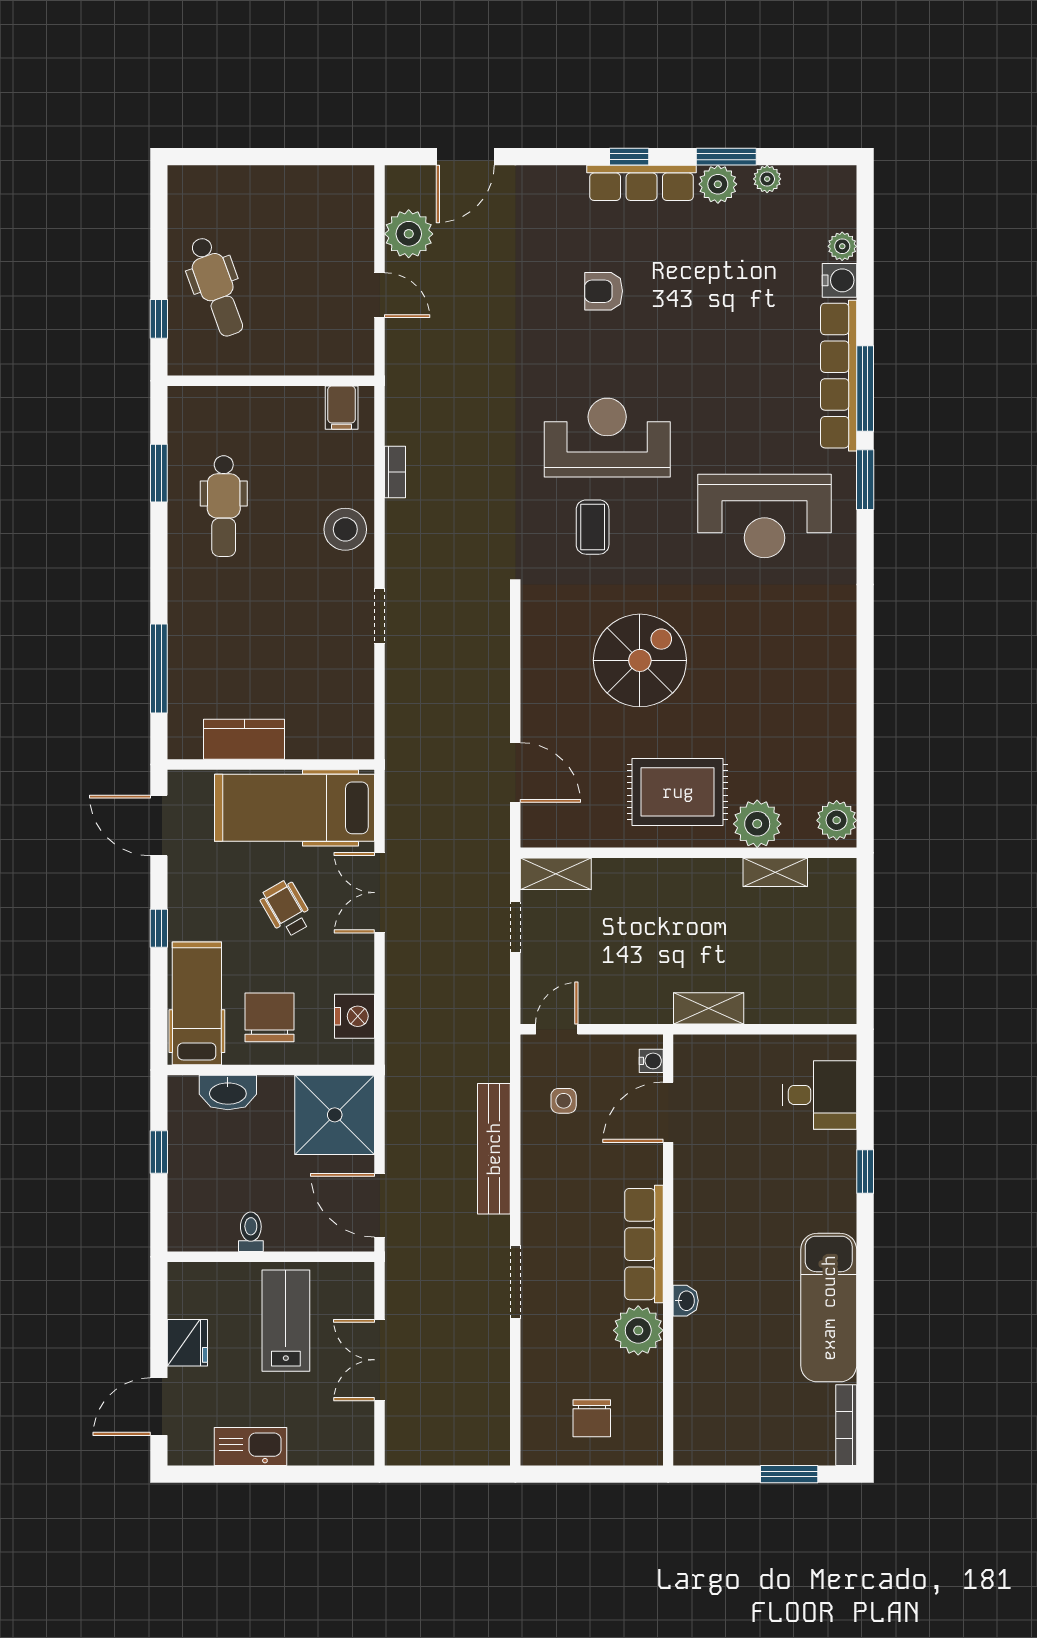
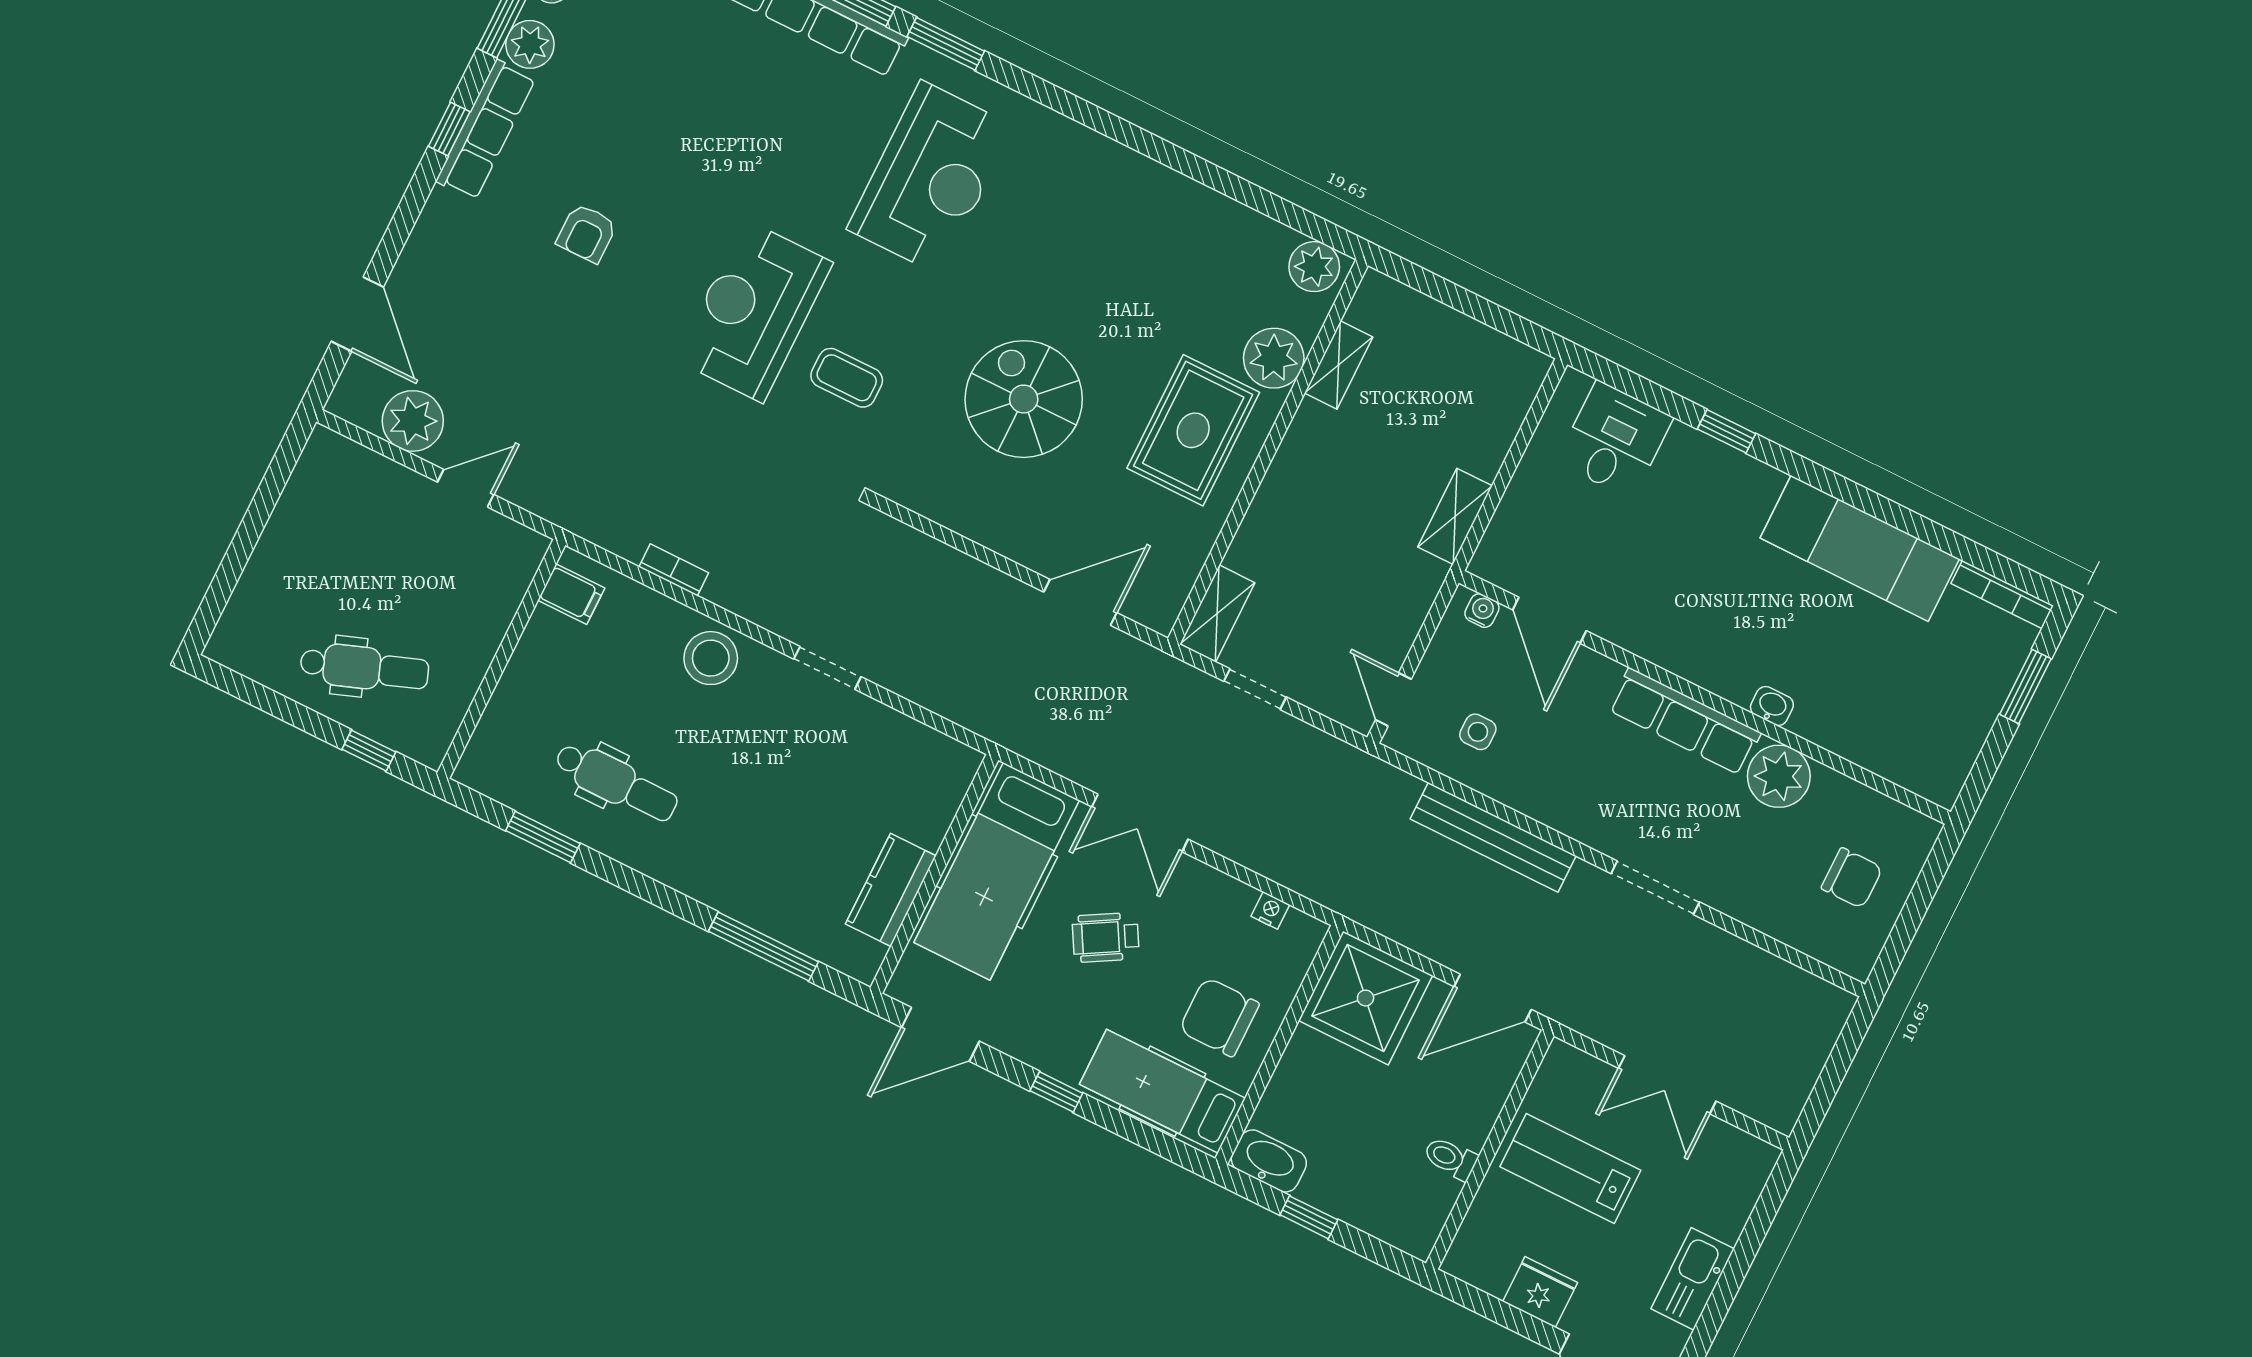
nightstand: (355, 1016) -> (1270, 910), width x0.53, depth x0.56
washbasin: (228, 1093) -> (1269, 1161), moved, turned -90

